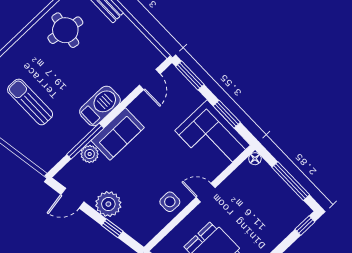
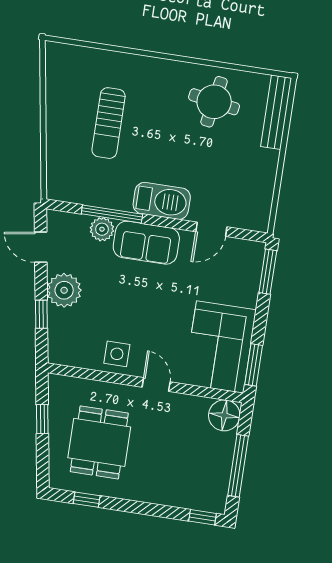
door: (150, 80) -> (211, 229), moved
sun lounger: (30, 102) -> (109, 123), turned 180
window: (227, 114) -> (254, 365), moved
floor lamp: (255, 159) -> (224, 415), width x1.89, depth x1.89

